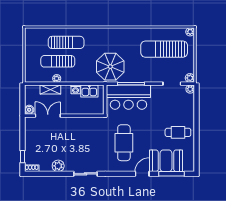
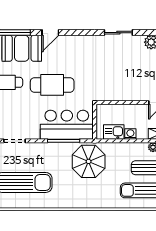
cafe table: (124, 143) -> (52, 85), moved, turned 90

